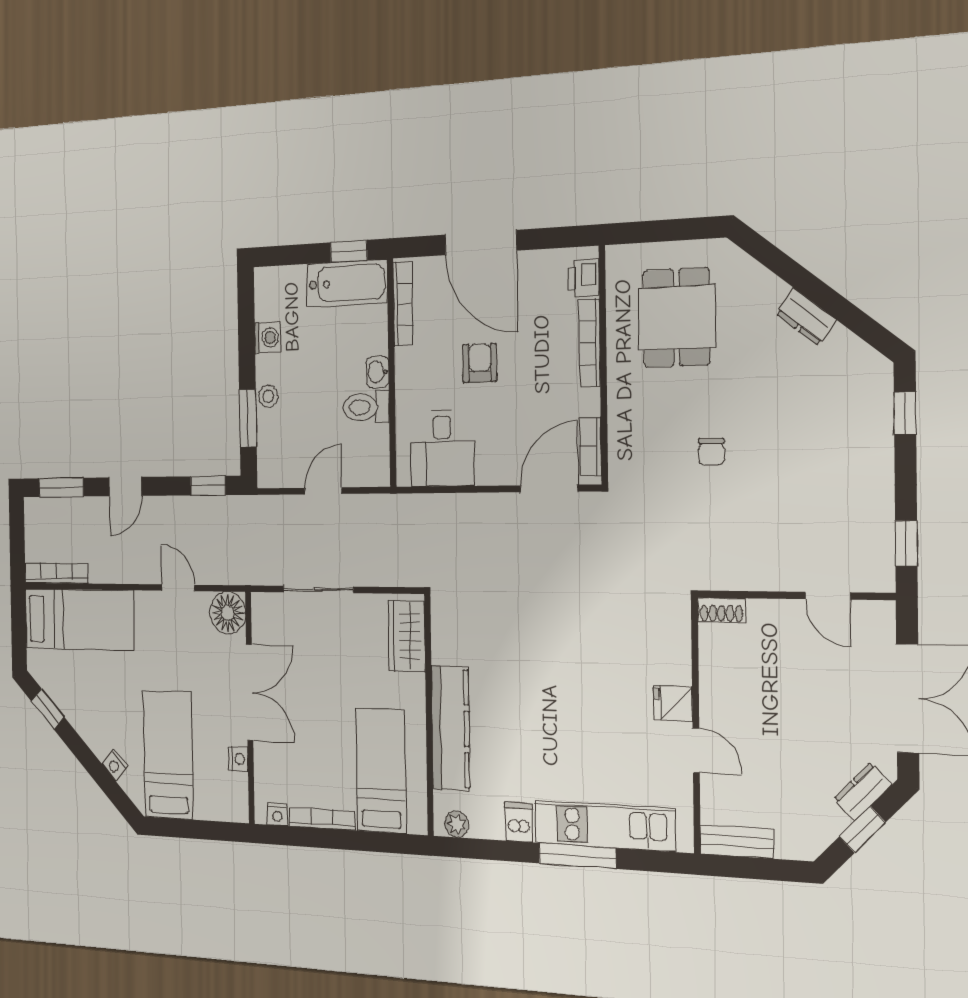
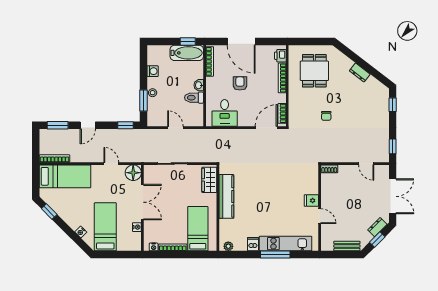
door: (323, 491) -> (175, 128), hinge flipped
kitchen counter: (450, 728) -> (226, 196), moved
bench: (737, 841) -> (347, 246), moved

